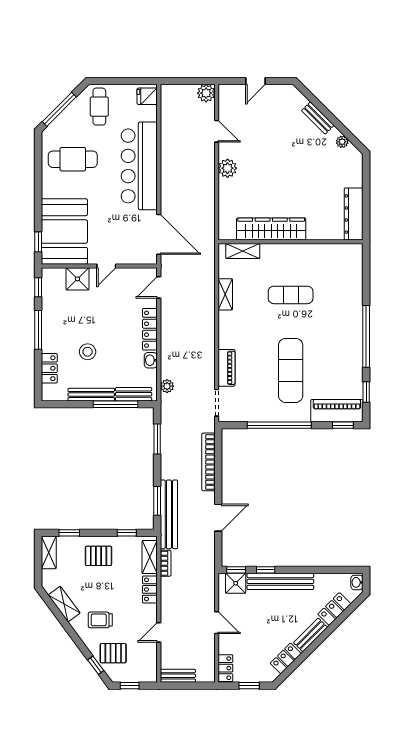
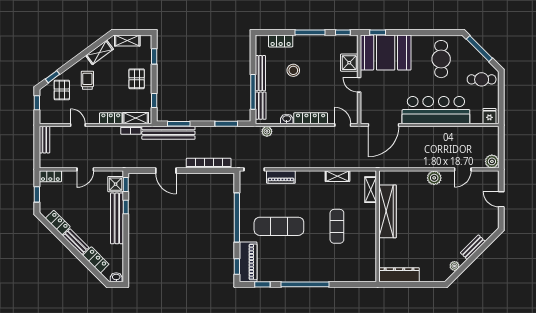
shelving: (49, 553) -> (127, 41), moved

